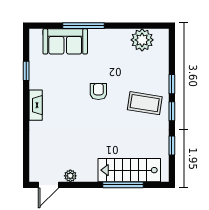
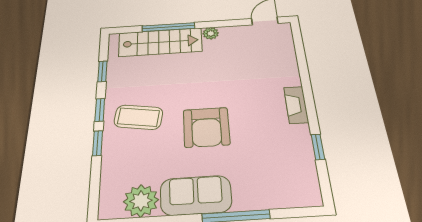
sofa: (65, 41) -> (196, 195), moved
armchair: (98, 92) -> (206, 127), width x1.88, depth x1.88
plant: (70, 176) -> (211, 33), moved

